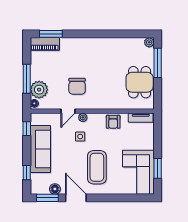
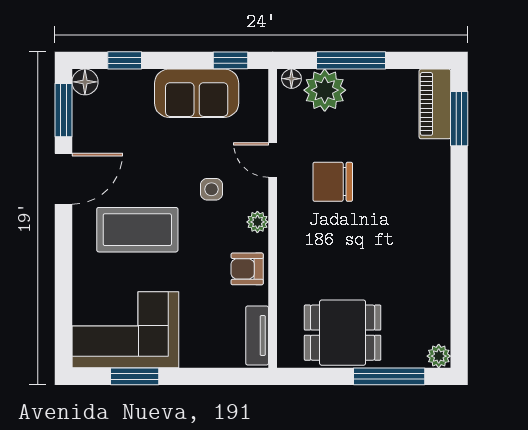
plant: (83, 117) -> (257, 222), moved
sofa: (40, 149) -> (197, 93), width x0.73
floor lamp: (55, 189) -> (85, 82), moved

